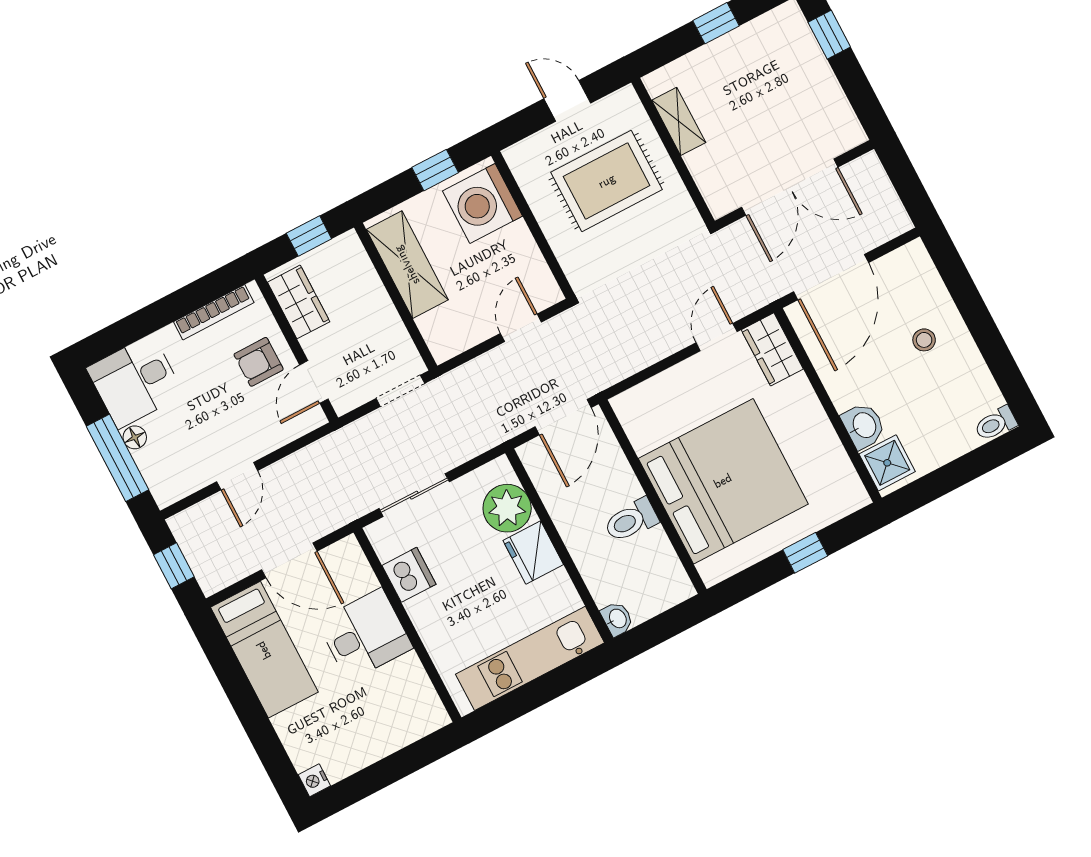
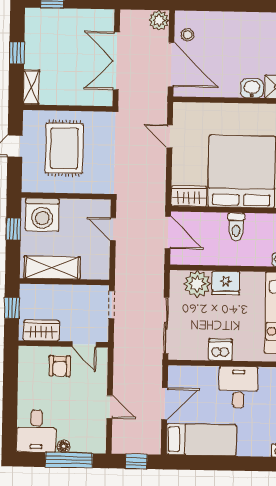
shelving: (679, 121) -> (31, 87), moved, turned 90
double door: (790, 187) -> (116, 61), swing flipped
plant: (891, 220) -> (159, 20), added
bookcase: (214, 312) -> (24, 374), removed
stool: (924, 340) -> (188, 35), moved
wardrobe: (772, 349) -> (189, 196), moved, turned 180
sliding door: (414, 495) -> (166, 326), width x1.37
dishwasher: (409, 575) -> (220, 350), moved
desk: (365, 635) -> (238, 387), moved

